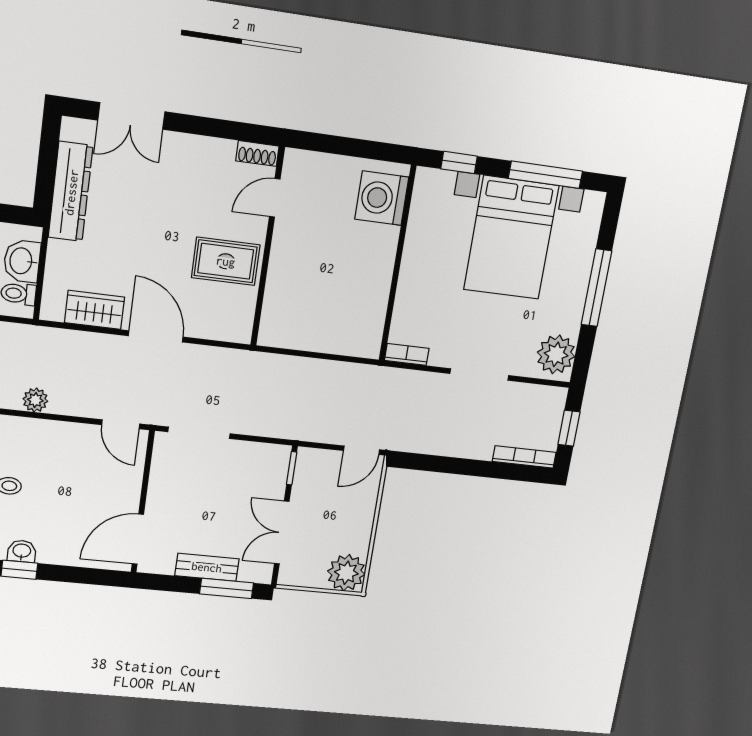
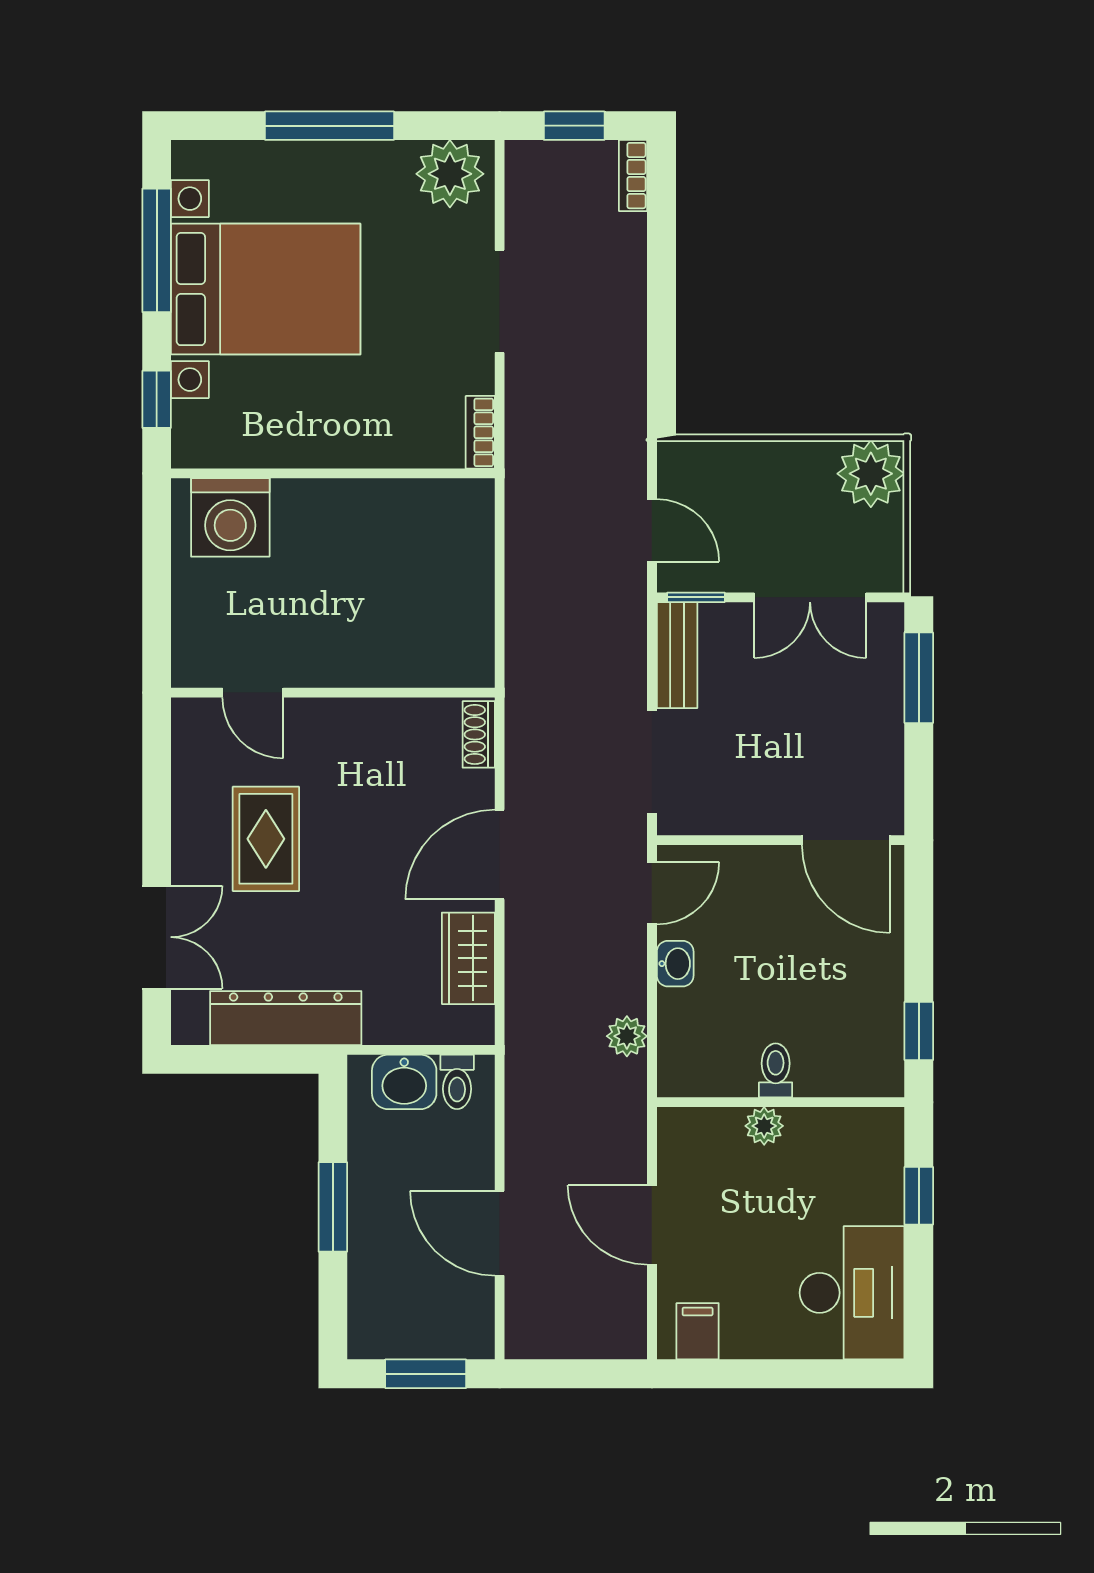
shoe rack: (257, 153) -> (479, 734), moved, turned 180
rug: (226, 261) -> (266, 839), moved
door: (362, 450) -> (652, 530), moved
bookcase: (524, 457) -> (633, 176), width x0.64
washbasin: (22, 551) -> (675, 964), moved, turned 180
bench: (207, 567) -> (677, 655), moved

